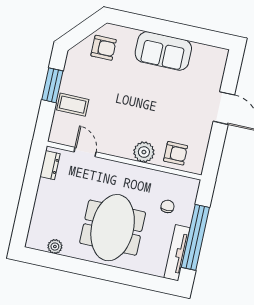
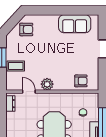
sofa: (163, 51) -> (75, 24), moved
plant: (144, 152) -> (47, 84), moved

